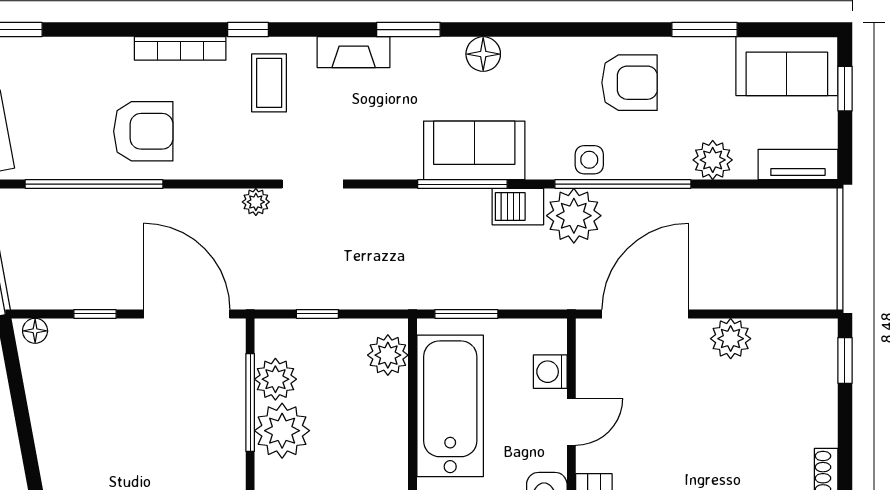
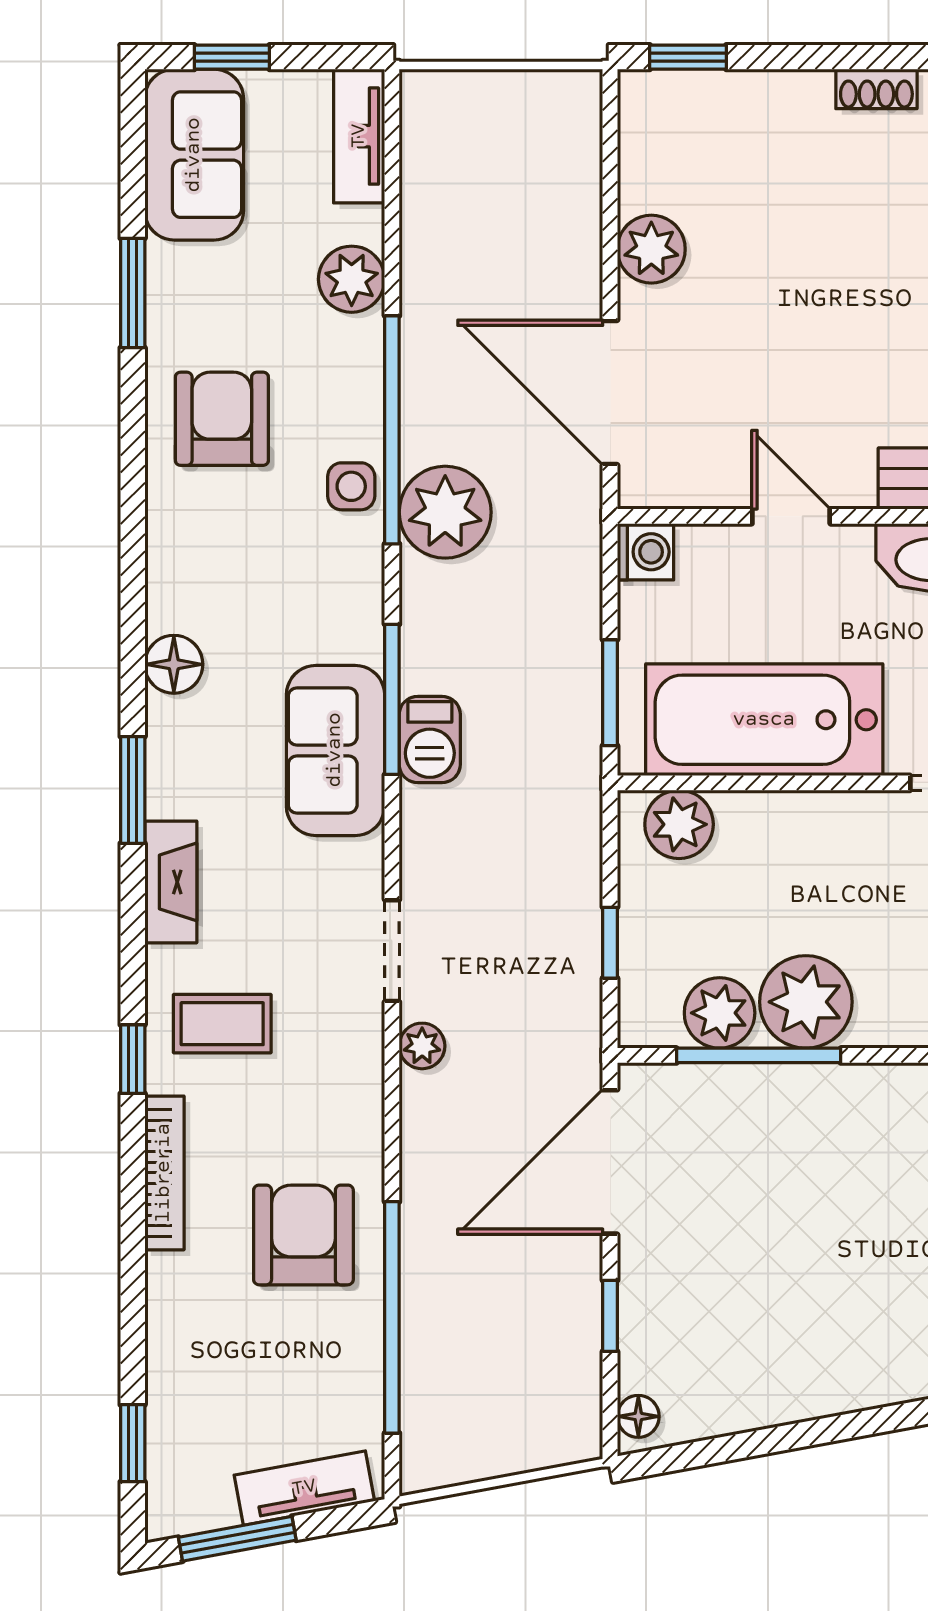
sofa: (474, 150) -> (335, 750), moved
barbecue: (518, 207) -> (430, 739), moved
washing machine: (550, 372) -> (645, 552), moved, turned -90

